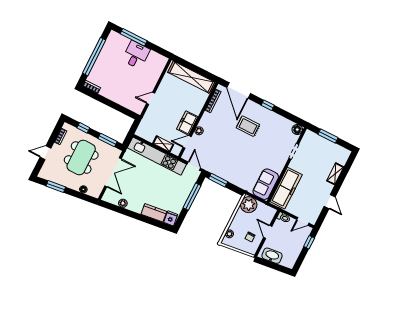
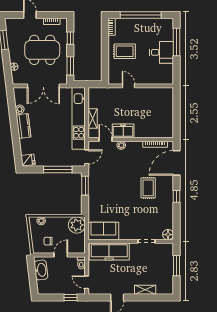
shelving: (191, 77) -> (167, 113), removed
rug: (119, 86) -> (125, 51), added
kitchen counter: (154, 213) -> (23, 126), moved

